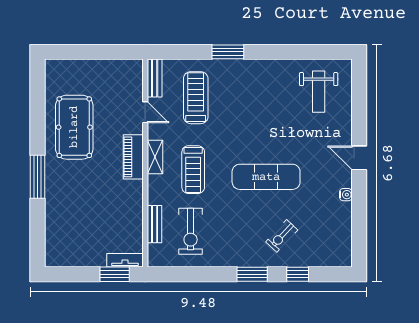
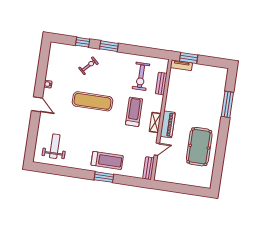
treadmill: (196, 98) -> (107, 160), moved, turned -90
door: (145, 112) -> (157, 149), swing flipped
window: (38, 177) -> (227, 104), moved
exercise bike: (191, 231) -> (141, 76), turned 180

